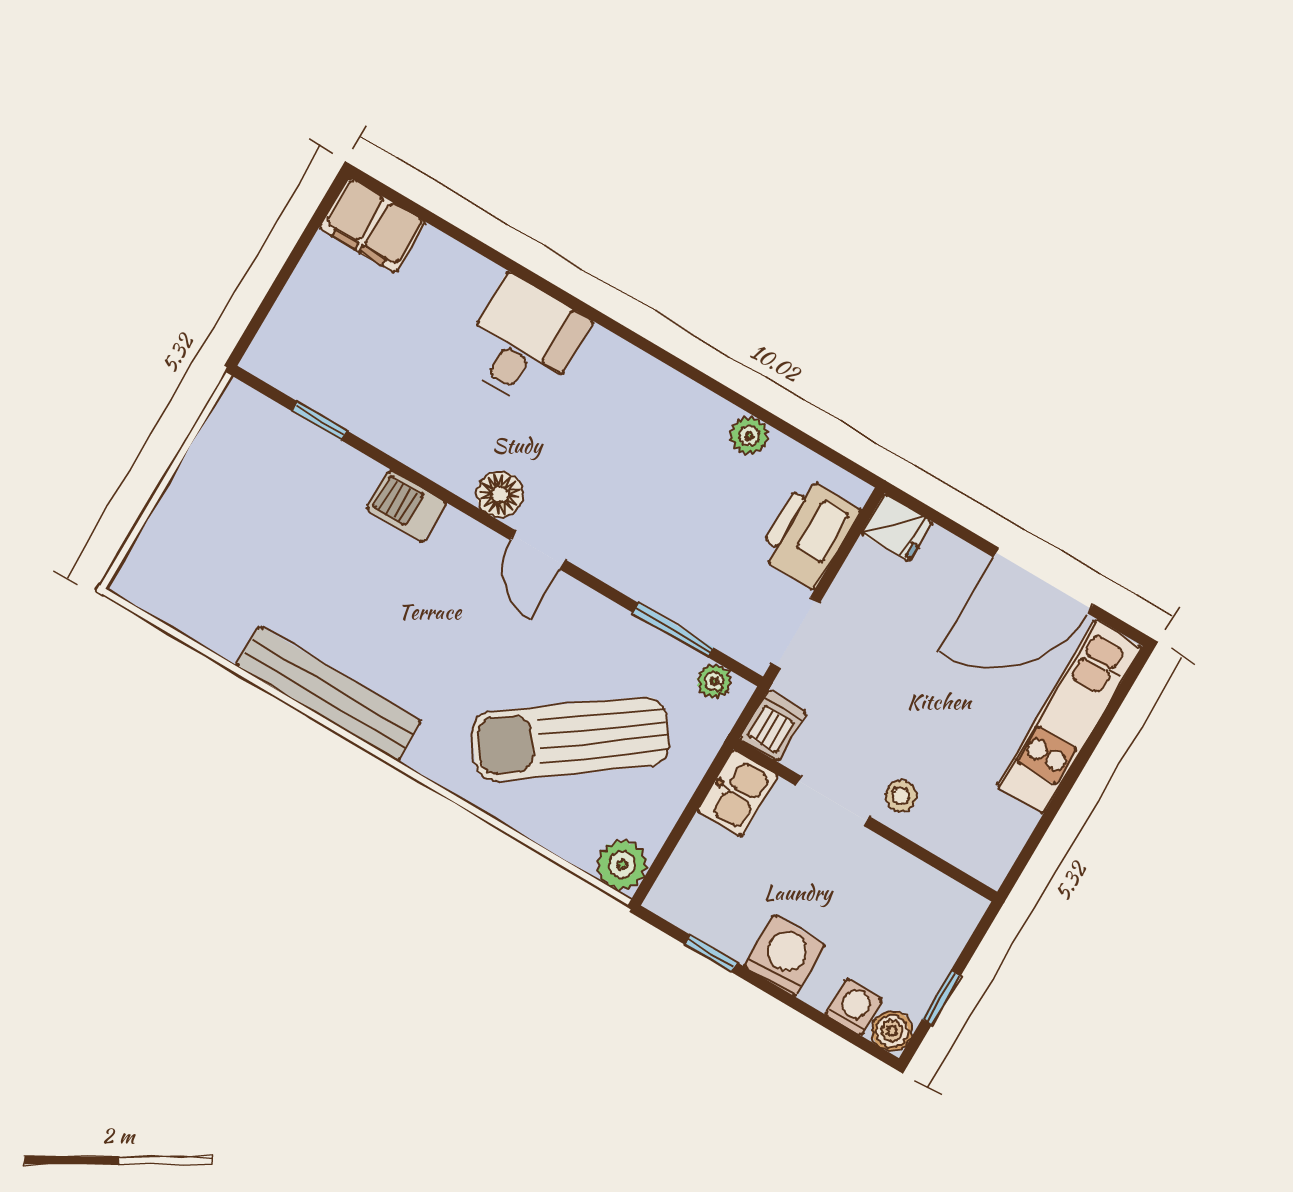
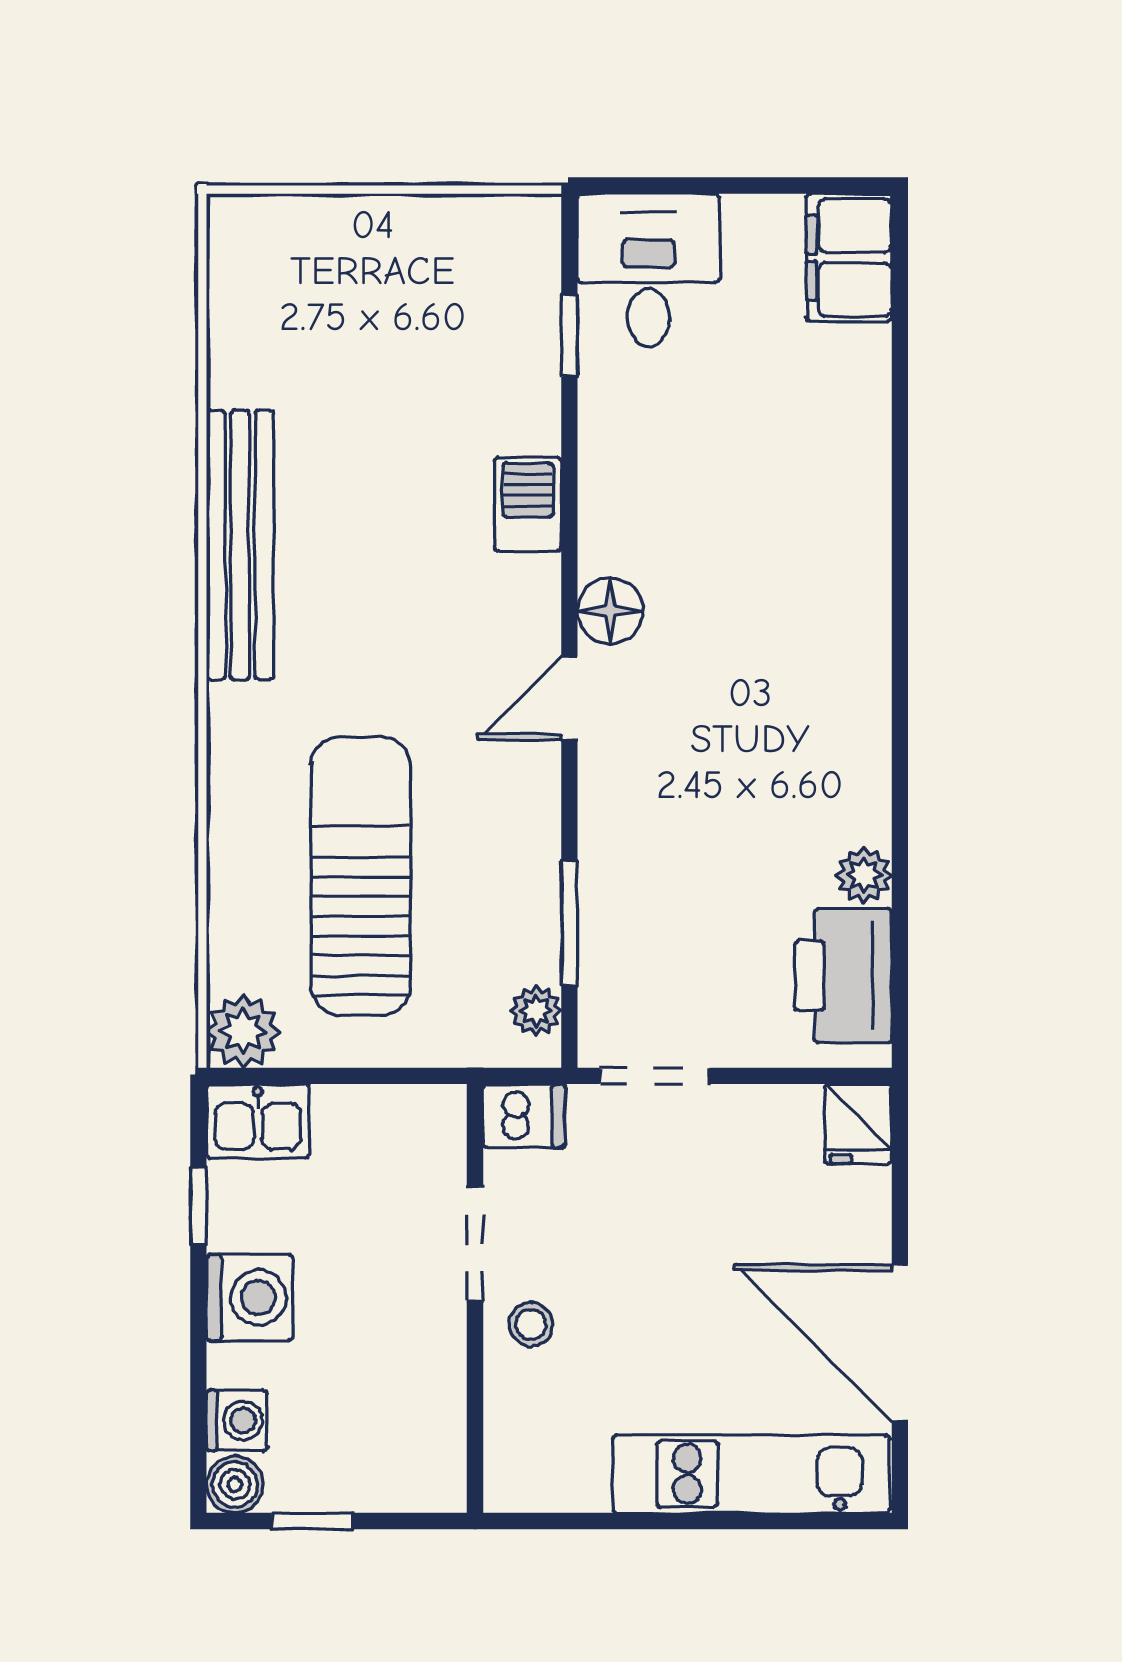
desk: (523, 342) -> (648, 270), moved, turned -90
printer: (809, 533) -> (843, 976), moved, turned -90
sun lounger: (571, 739) -> (361, 876), turned 36
kitchen sink: (738, 793) -> (258, 1121), moved

